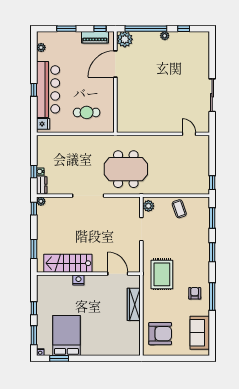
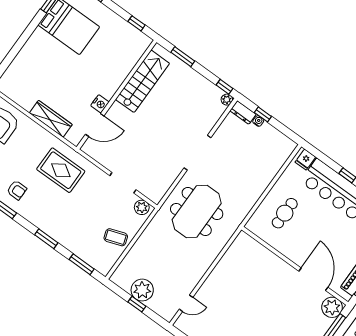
plant: (201, 168) -> (142, 290), added
window: (212, 183) -> (137, 304), moved
nightstand: (78, 280) -> (100, 104), moved
window: (34, 308) -> (137, 23), moved

